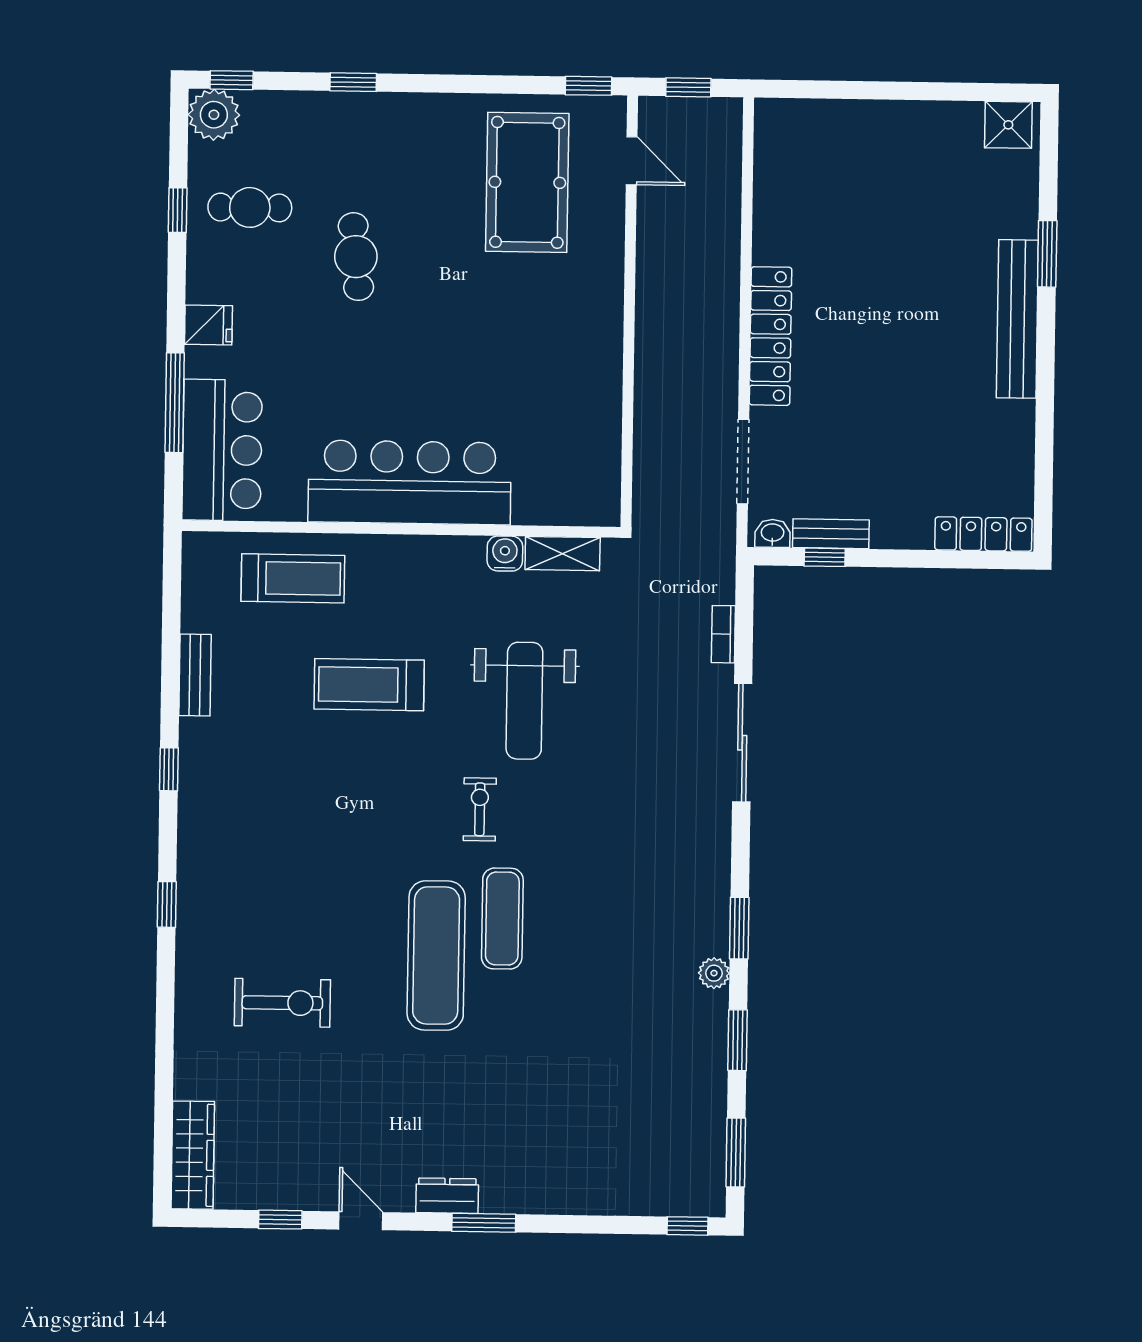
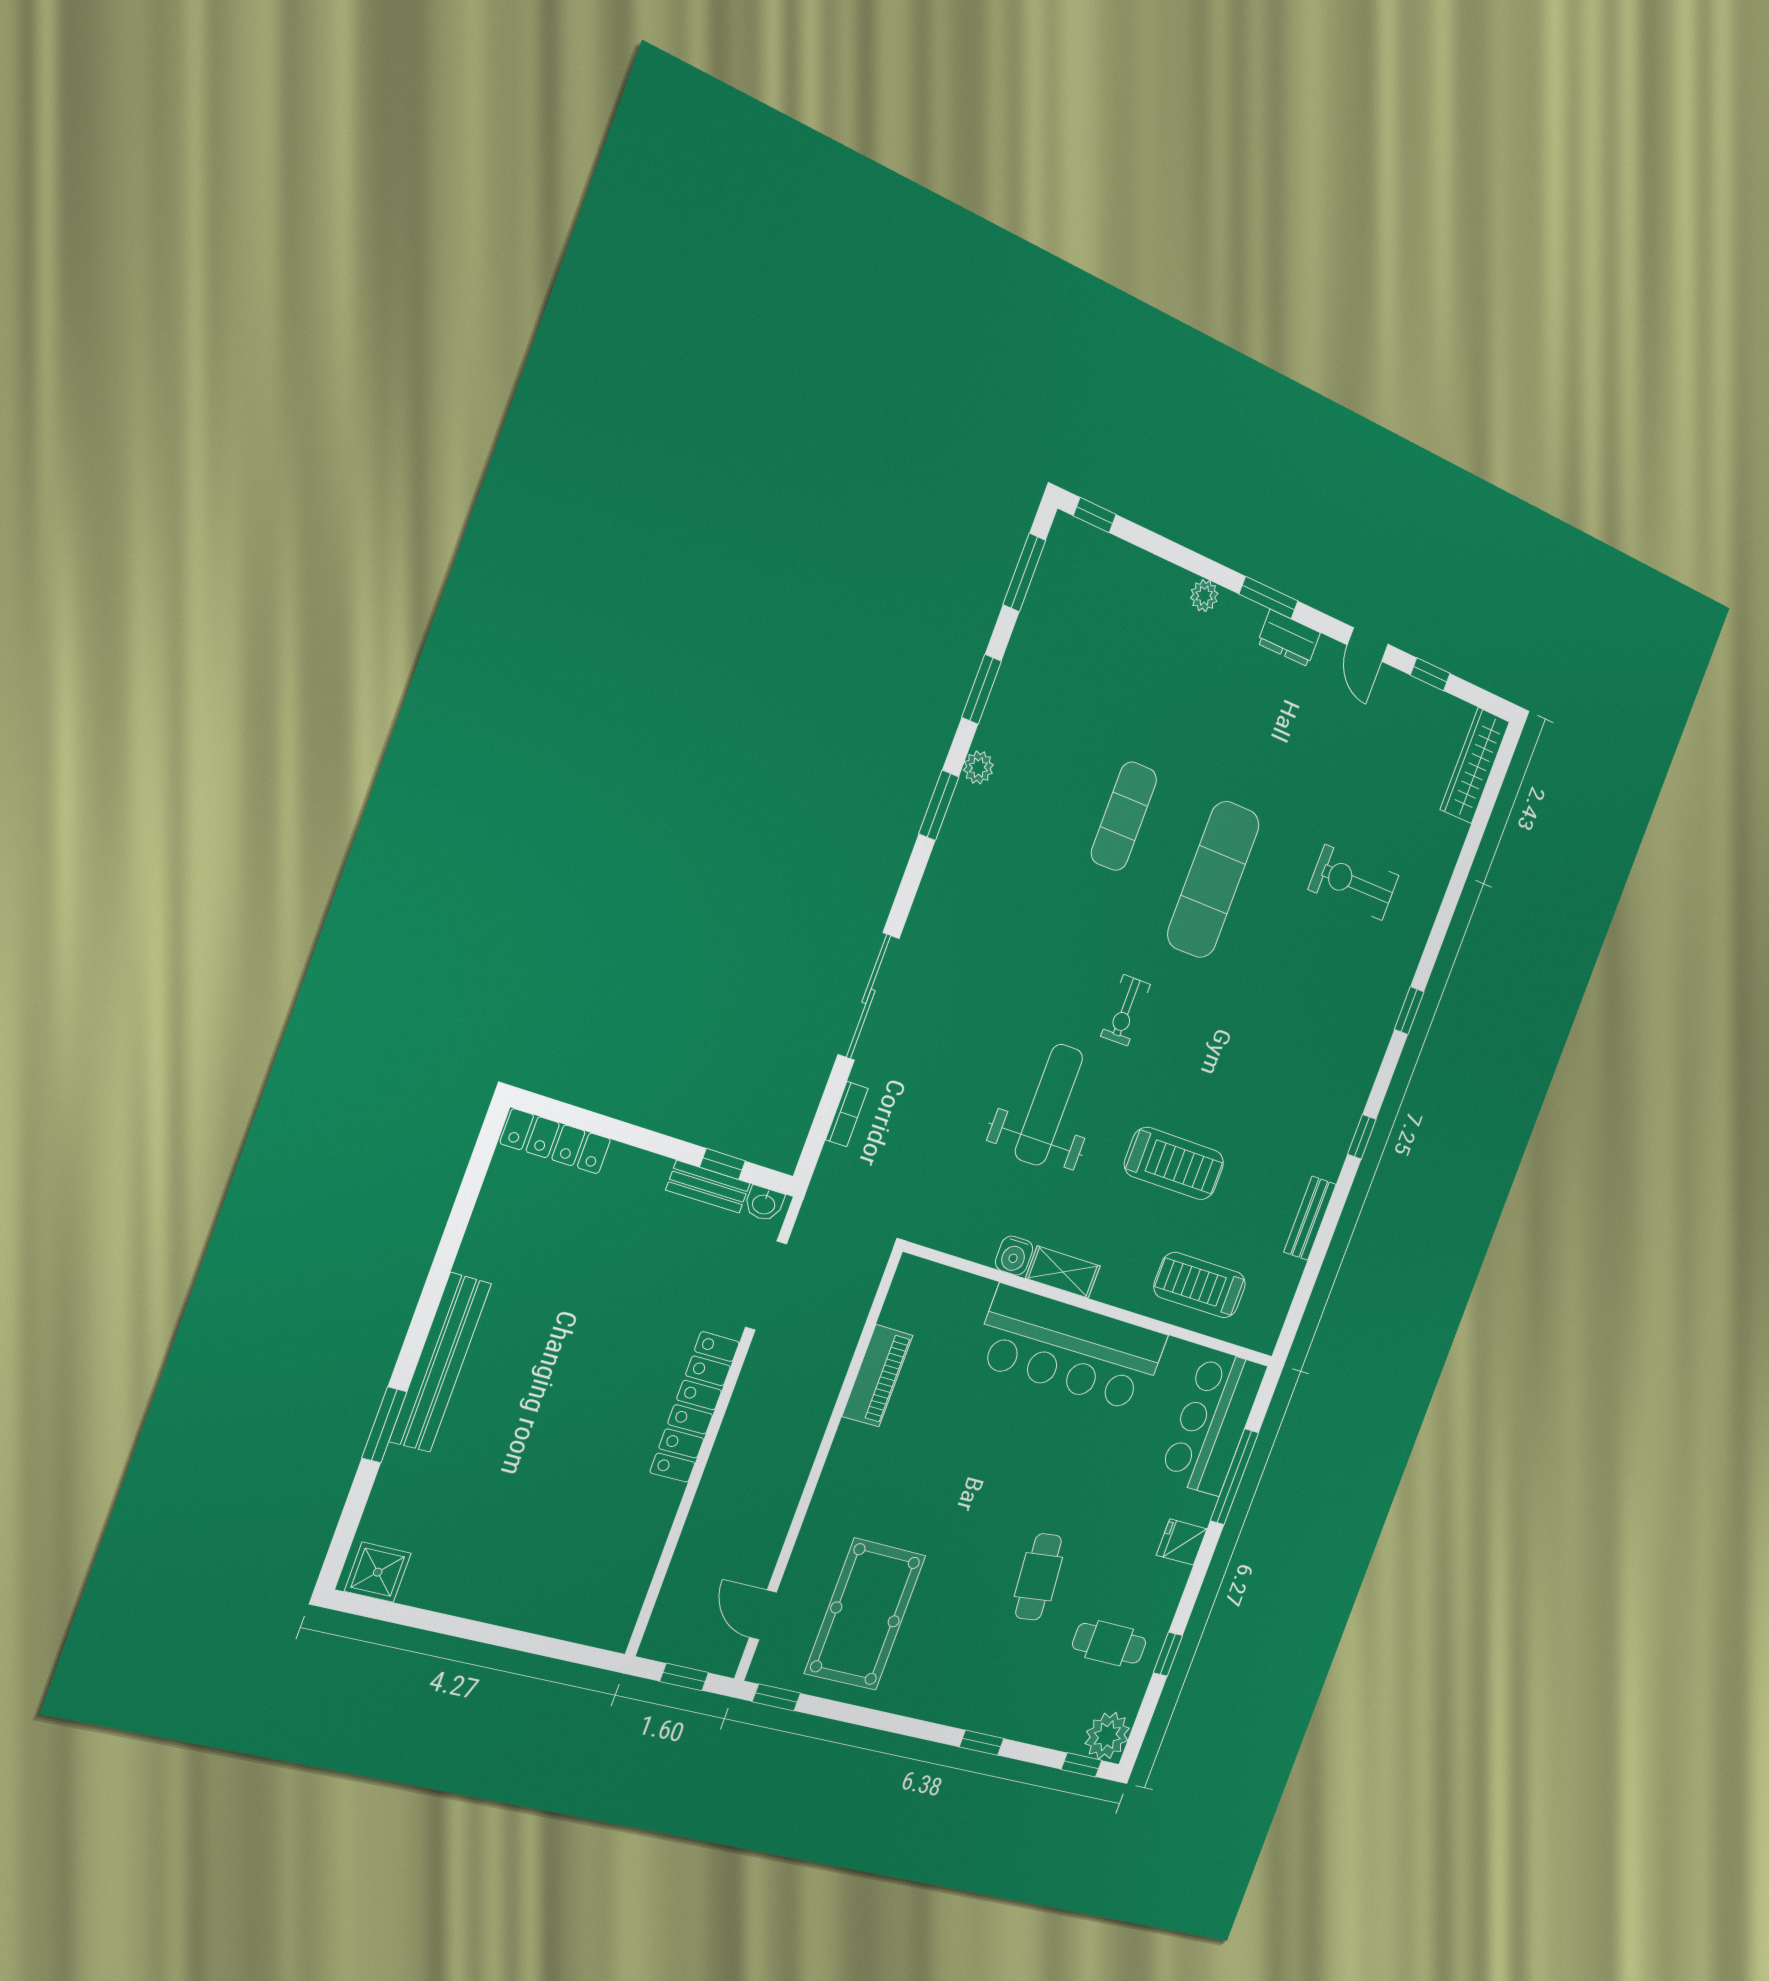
piano: (602, 408) -> (877, 1376), added
shelving: (563, 554) -> (1063, 1272), moved
exercise mat: (502, 919) -> (1124, 816), moved
plant: (551, 1200) -> (1204, 596), added

